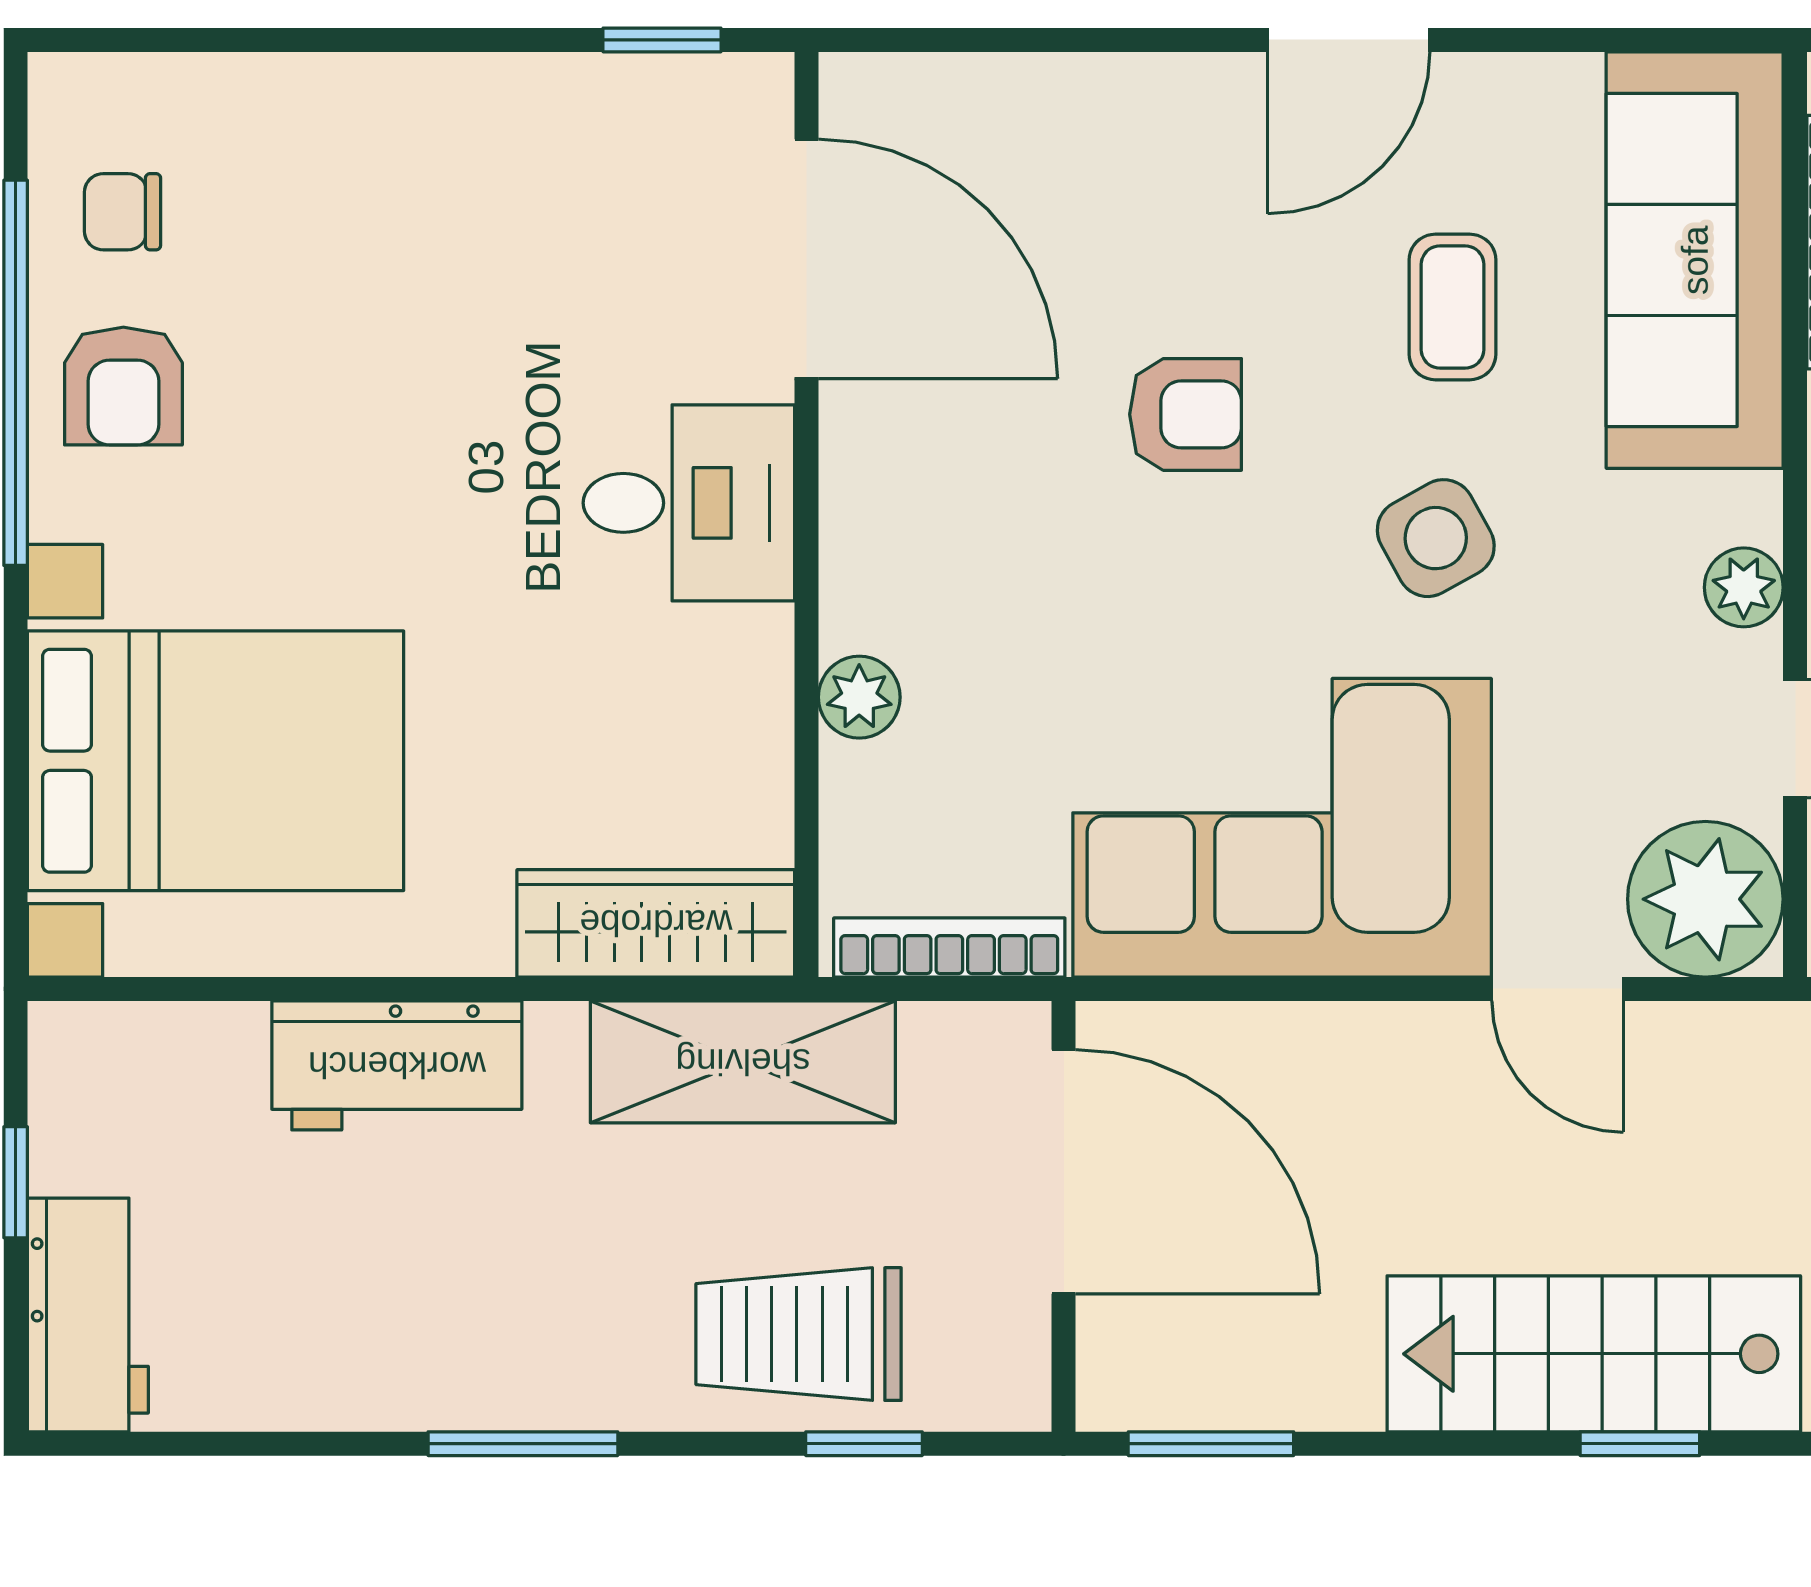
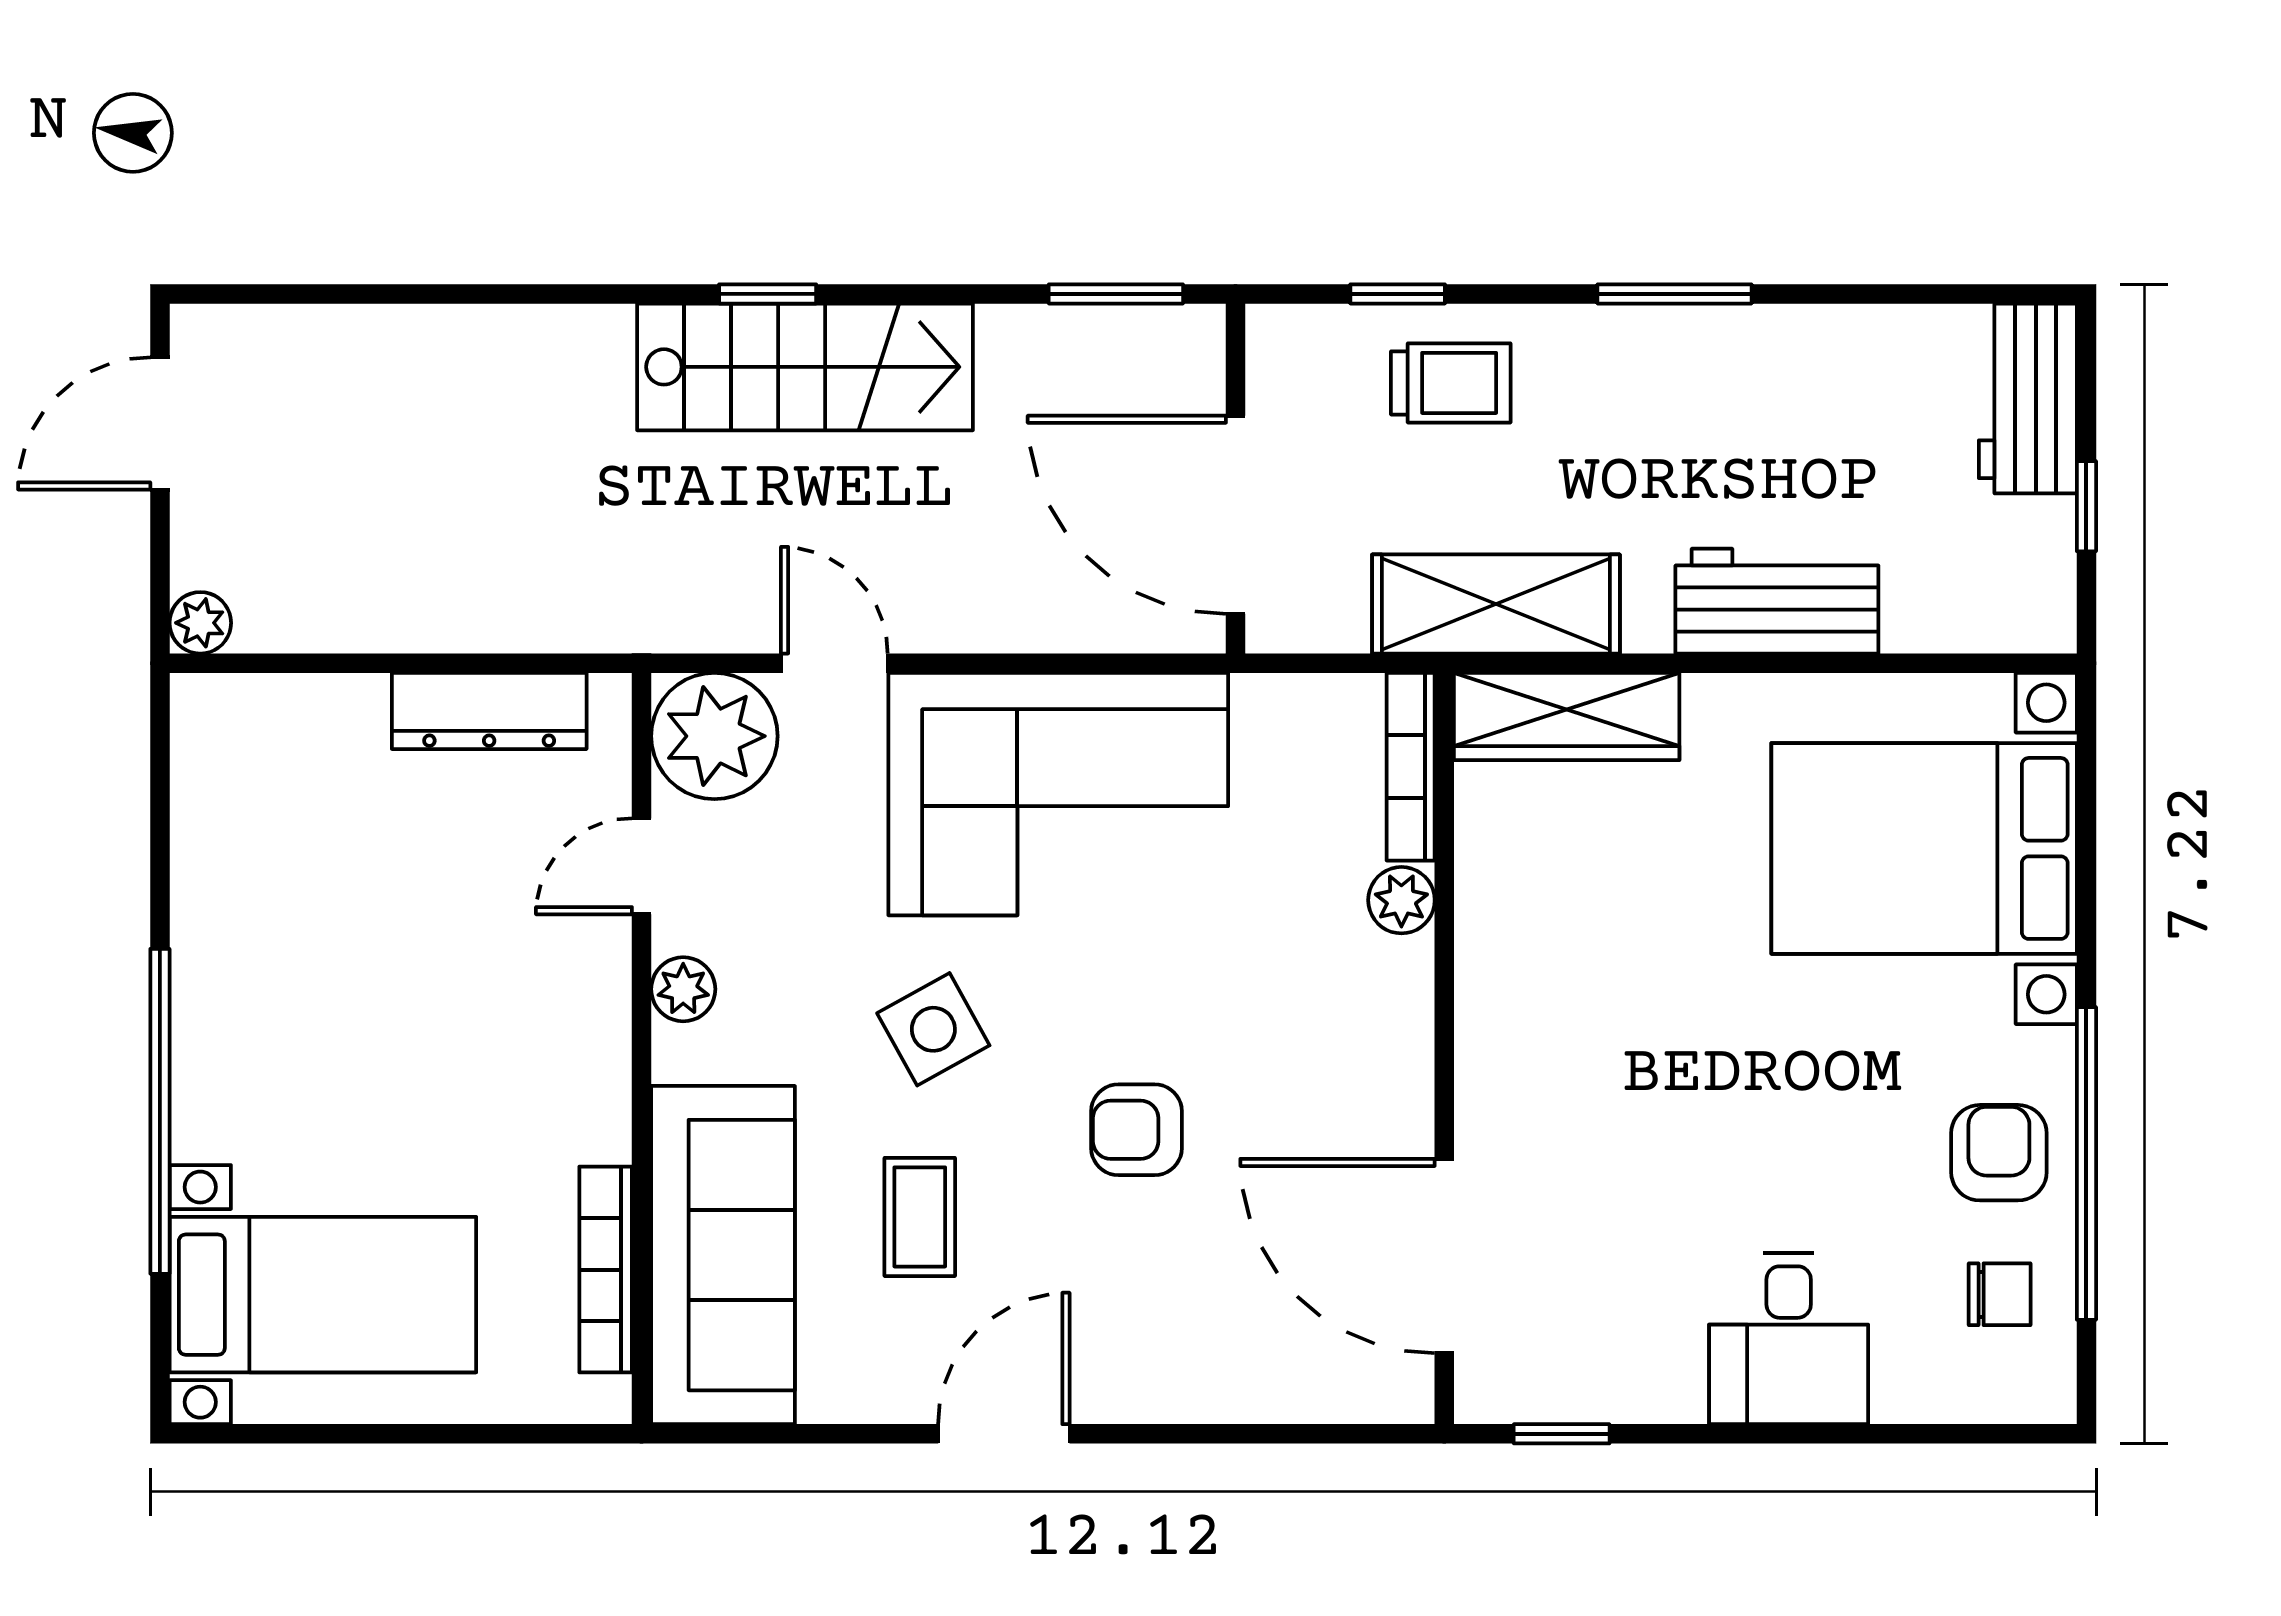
desk: (689, 503) -> (1789, 1338), moved, turned -90
bookcase: (949, 947) -> (1411, 767), moved, turned 90
trolley: (799, 1334) -> (1451, 383), width x0.73, depth x0.72

